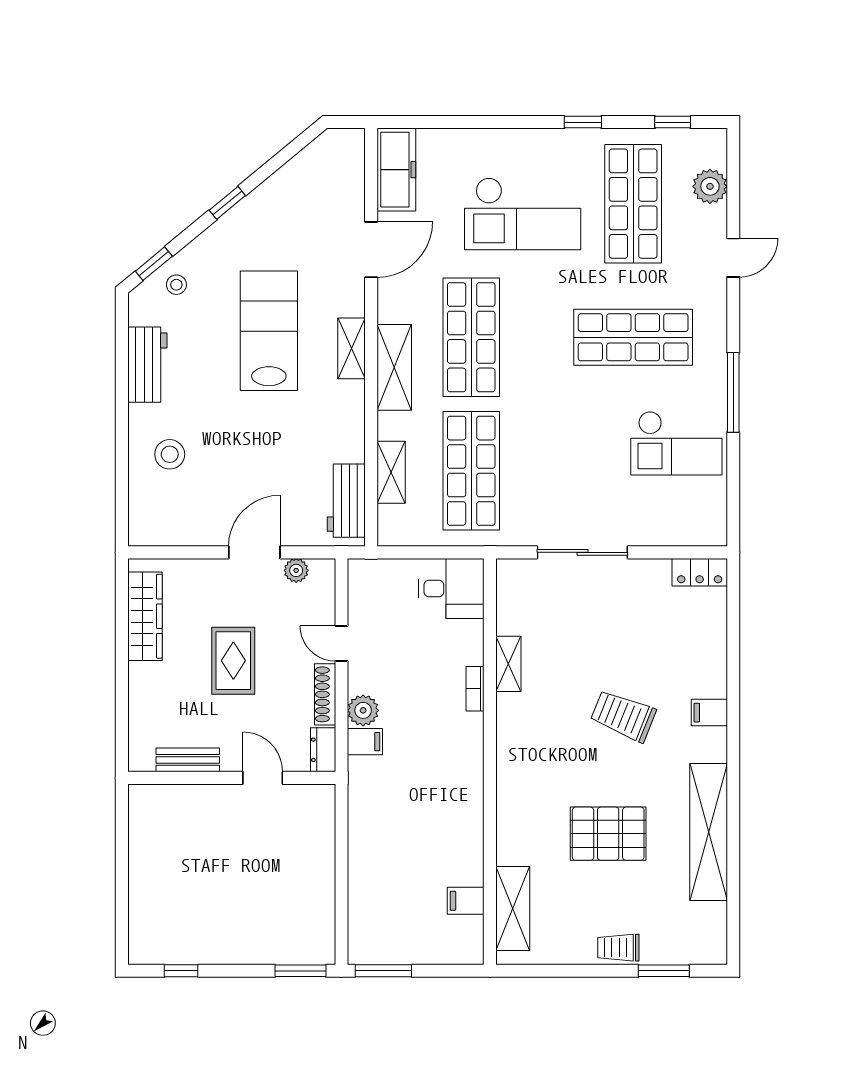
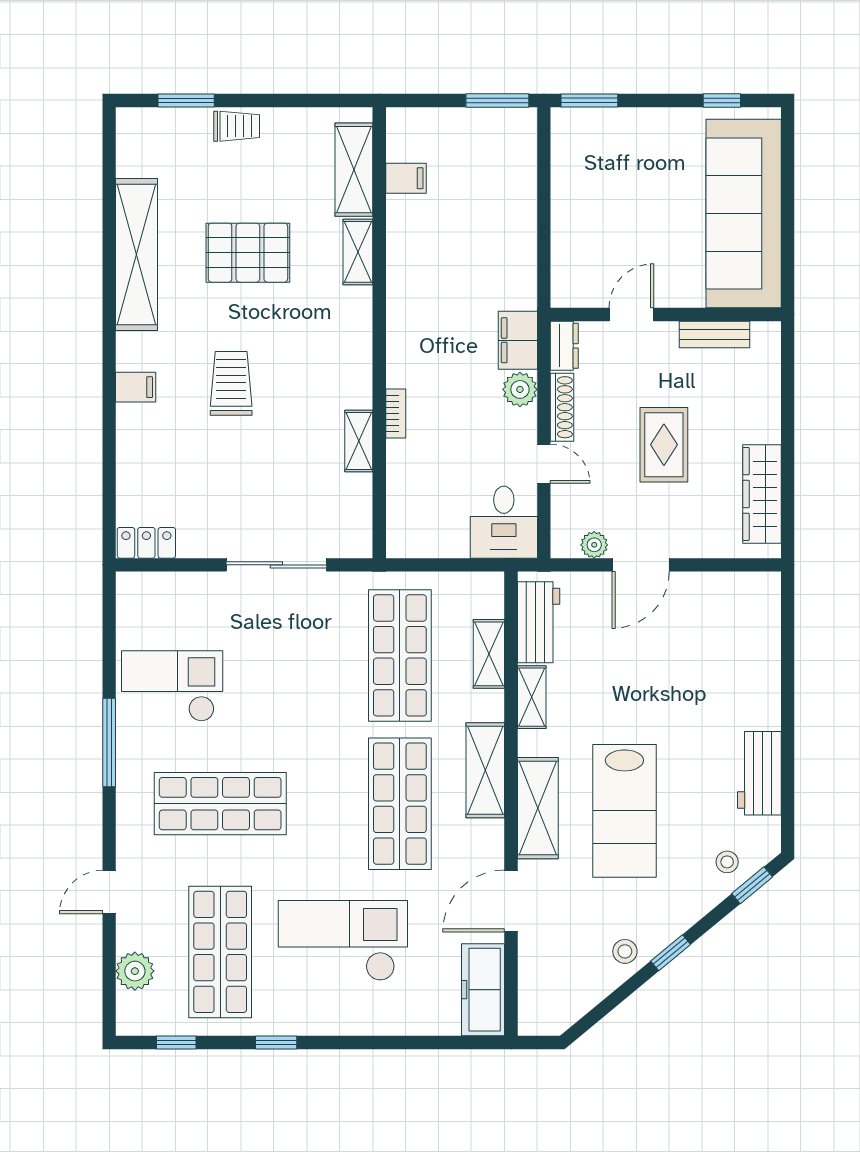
shelving: (352, 348) -> (538, 808), width x1.50, depth x1.33
shelving: (352, 433) -> (532, 697), added
stool: (170, 454) -> (625, 951), moved, width x0.73, depth x0.73
desk: (451, 588) -> (504, 522), moved, turned -90
trolley: (623, 716) -> (231, 383), turned -112
filing cabinet: (365, 742) -> (518, 340), width x2.00
door: (263, 778) -> (631, 315), swing flipped
shelving: (509, 834) -> (358, 252), added
sofa: (162, 869) -> (744, 214), added

